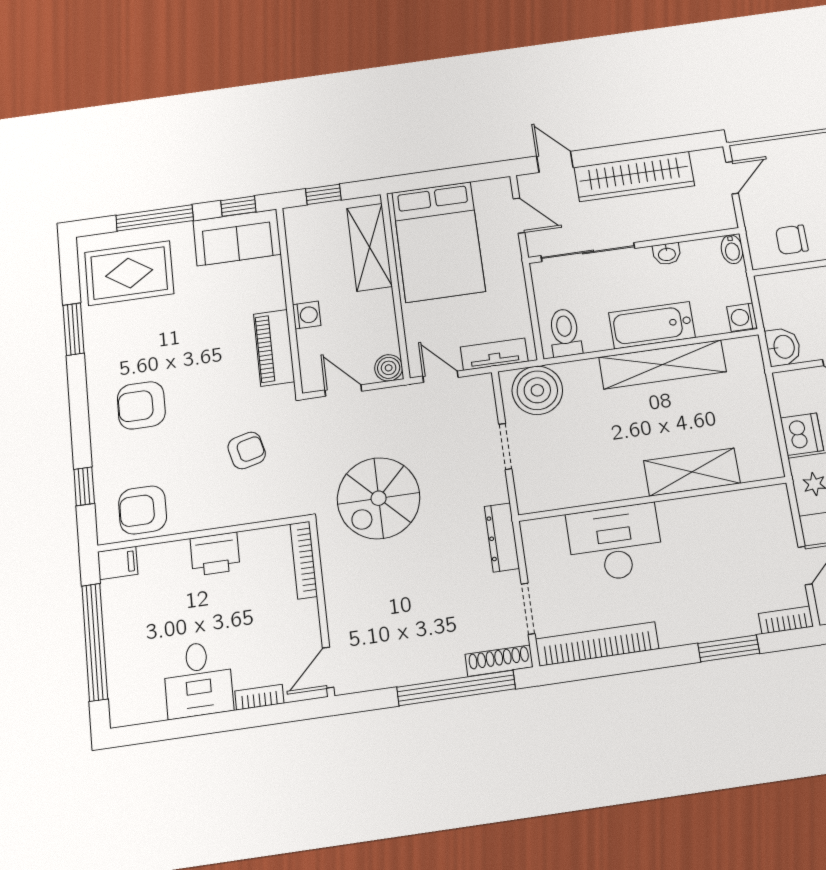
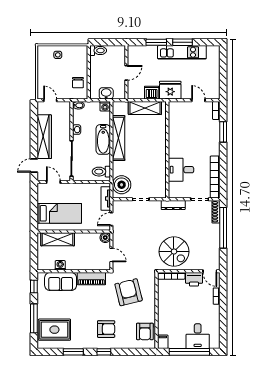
window: (323, 194) -> (34, 254), removed
door: (519, 216) -> (53, 182), hinge flipped
sofa: (237, 237) -> (61, 281), moved, turned 90
bed: (438, 242) -> (59, 213), width x0.67
rug: (129, 273) -> (54, 330), turned 90
washing machine: (307, 315) -> (60, 265), moved
washbasin: (783, 347) -> (106, 93), moved
door: (343, 391) -> (111, 255), swing flipped
armchair: (141, 405) -> (106, 329), turned -90
armchair: (247, 451) -> (129, 292), width x1.88, depth x1.88
shelving: (692, 472) -> (145, 108), moved, turned 90
window: (84, 486) -> (104, 352), moved
spiral stairs: (379, 498) -> (174, 252), moved
desk: (615, 543) -> (181, 170), width x0.73
printer: (215, 554) -> (194, 279), moved, turned 90
desk: (198, 679) -> (198, 336), moved, turned 90

